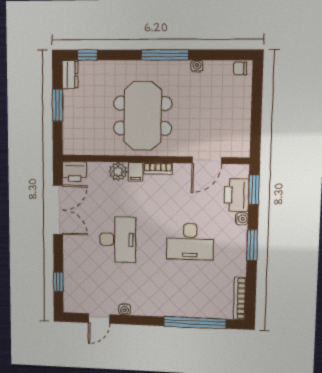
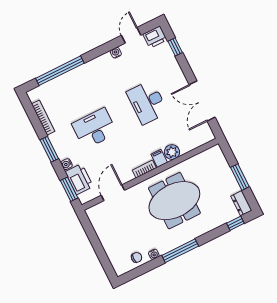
chair: (240, 68) -> (137, 257), moved
meeting table: (143, 116) -> (174, 201), turned 90
printer: (74, 171) -> (155, 37), moved, turned 180
bookcase: (240, 299) -> (43, 118), moved

